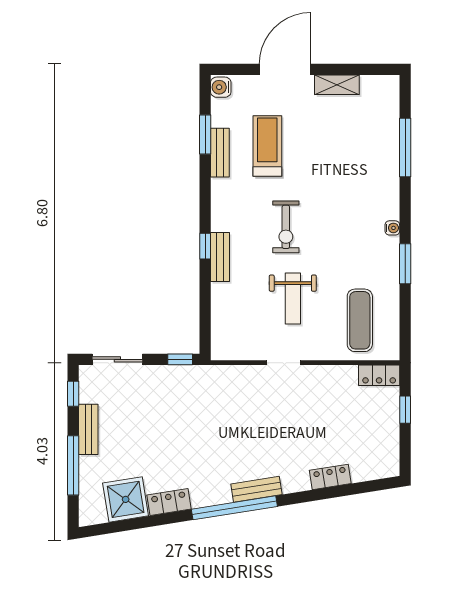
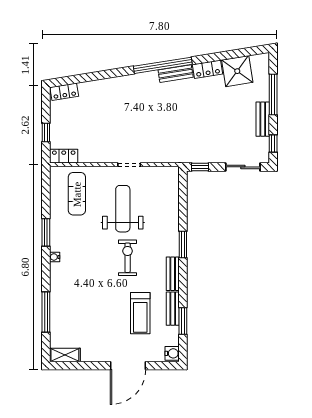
shelving: (337, 85) -> (65, 355), moved
window: (205, 246) -> (183, 244), width x1.50
bench: (220, 257) -> (173, 274), moved
weight bench: (293, 299) -> (123, 209), width x1.36, depth x1.33
locker: (330, 477) -> (64, 92), moved
bench: (256, 489) -> (176, 74), moved

